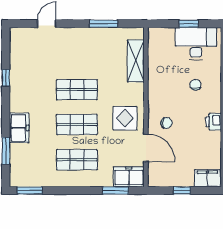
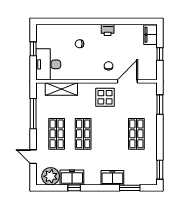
window: (103, 24) -> (33, 114), width x1.44
desk: (196, 44) -> (48, 64), moved
plant: (21, 47) -> (51, 176), added
shop shelf: (77, 125) -> (57, 134), moved
freezer: (129, 177) -> (72, 177), moved, turned 90

